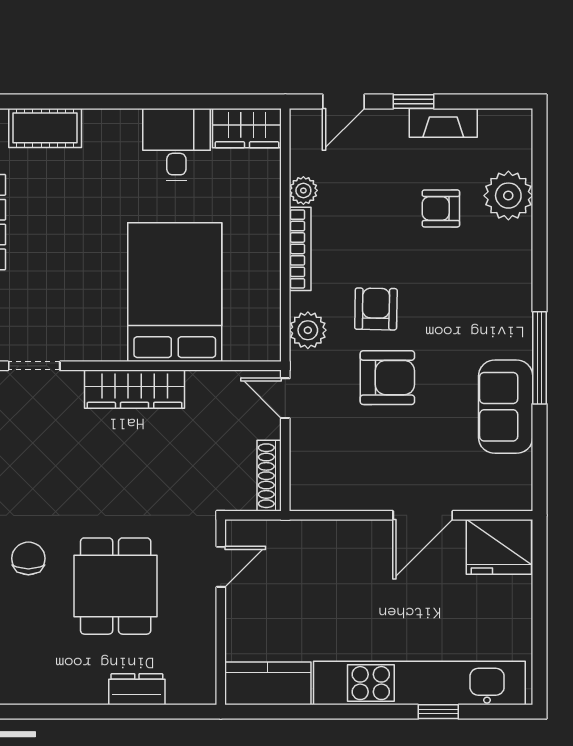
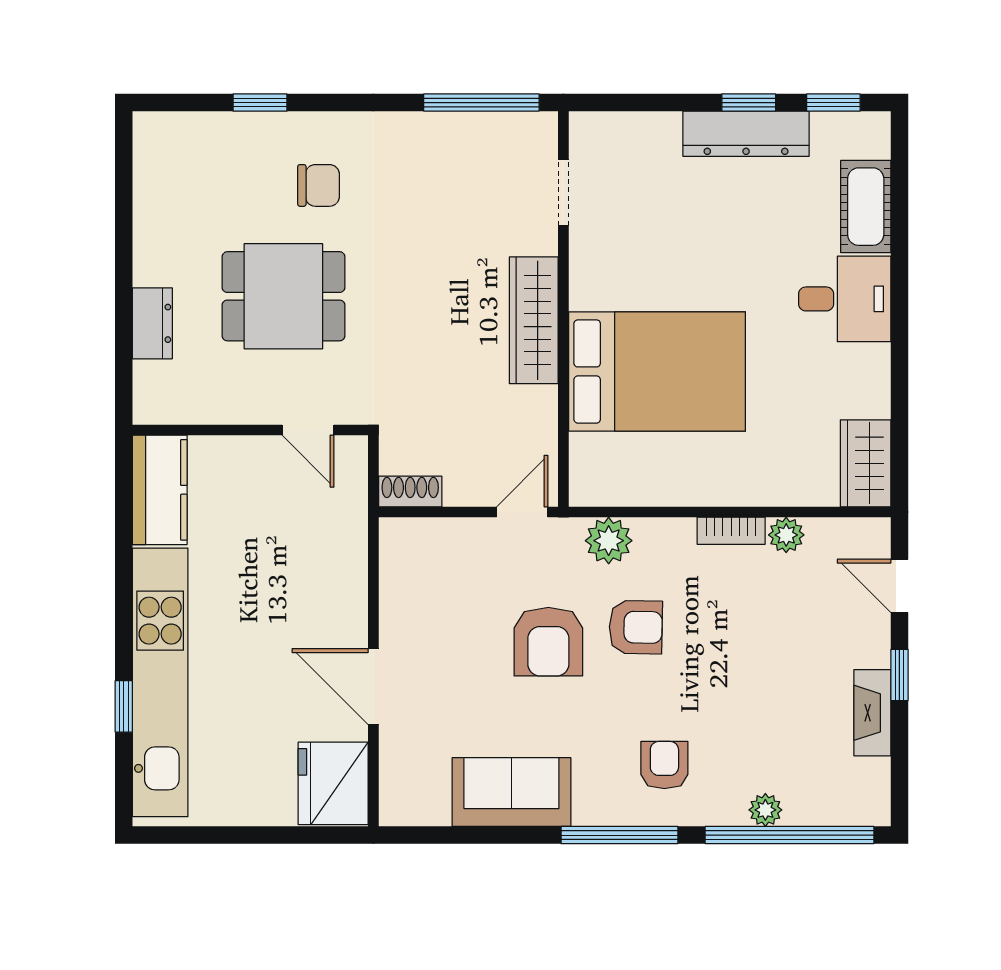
desk: (176, 145) -> (845, 299), moved
window: (539, 188) -> (790, 835), added
plant: (508, 196) -> (765, 810), width x0.53, depth x0.53
armchair: (441, 208) -> (664, 765), moved
bookcase: (300, 249) -> (731, 531), width x0.64
window: (539, 358) -> (620, 835), moved
shoe rack: (269, 476) -> (410, 491), width x0.70

